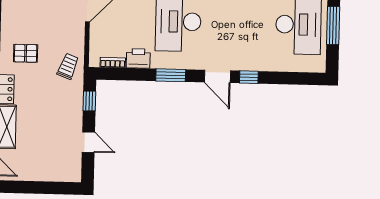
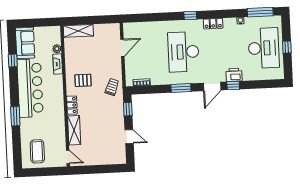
window: (333, 26) -> (287, 47), width x0.46
printer: (138, 58) -> (234, 75), moved
door: (217, 76) -> (212, 87), hinge flipped

